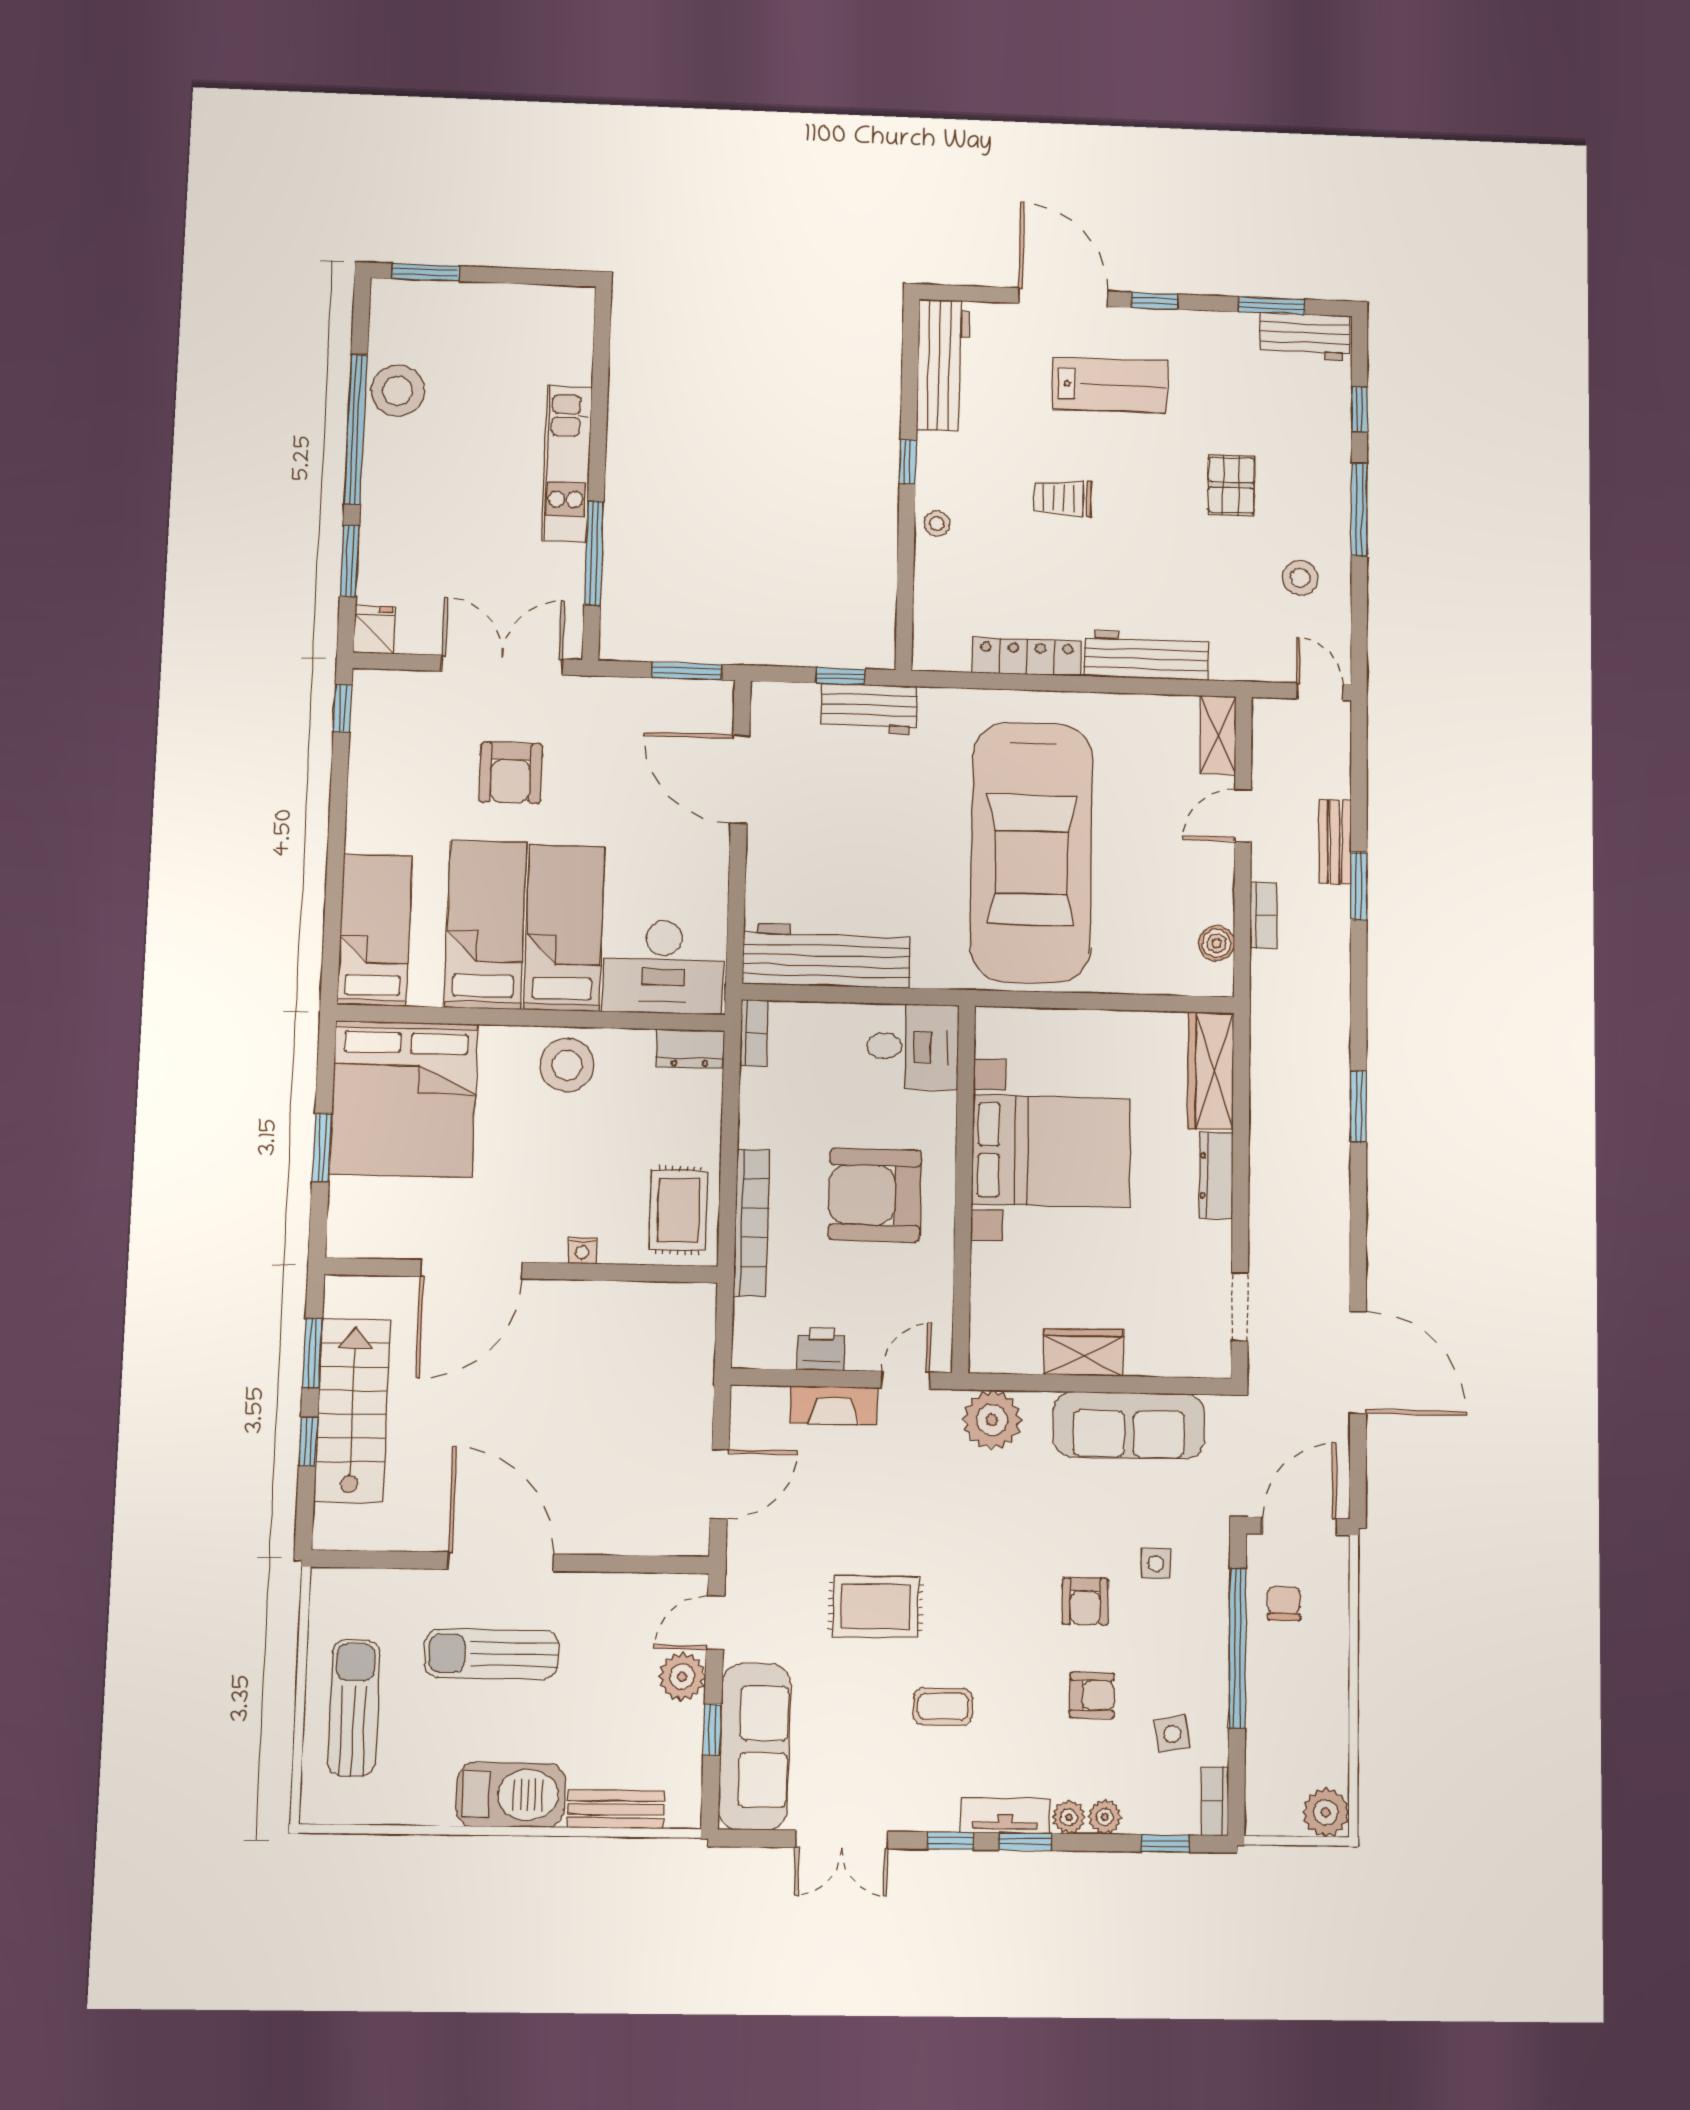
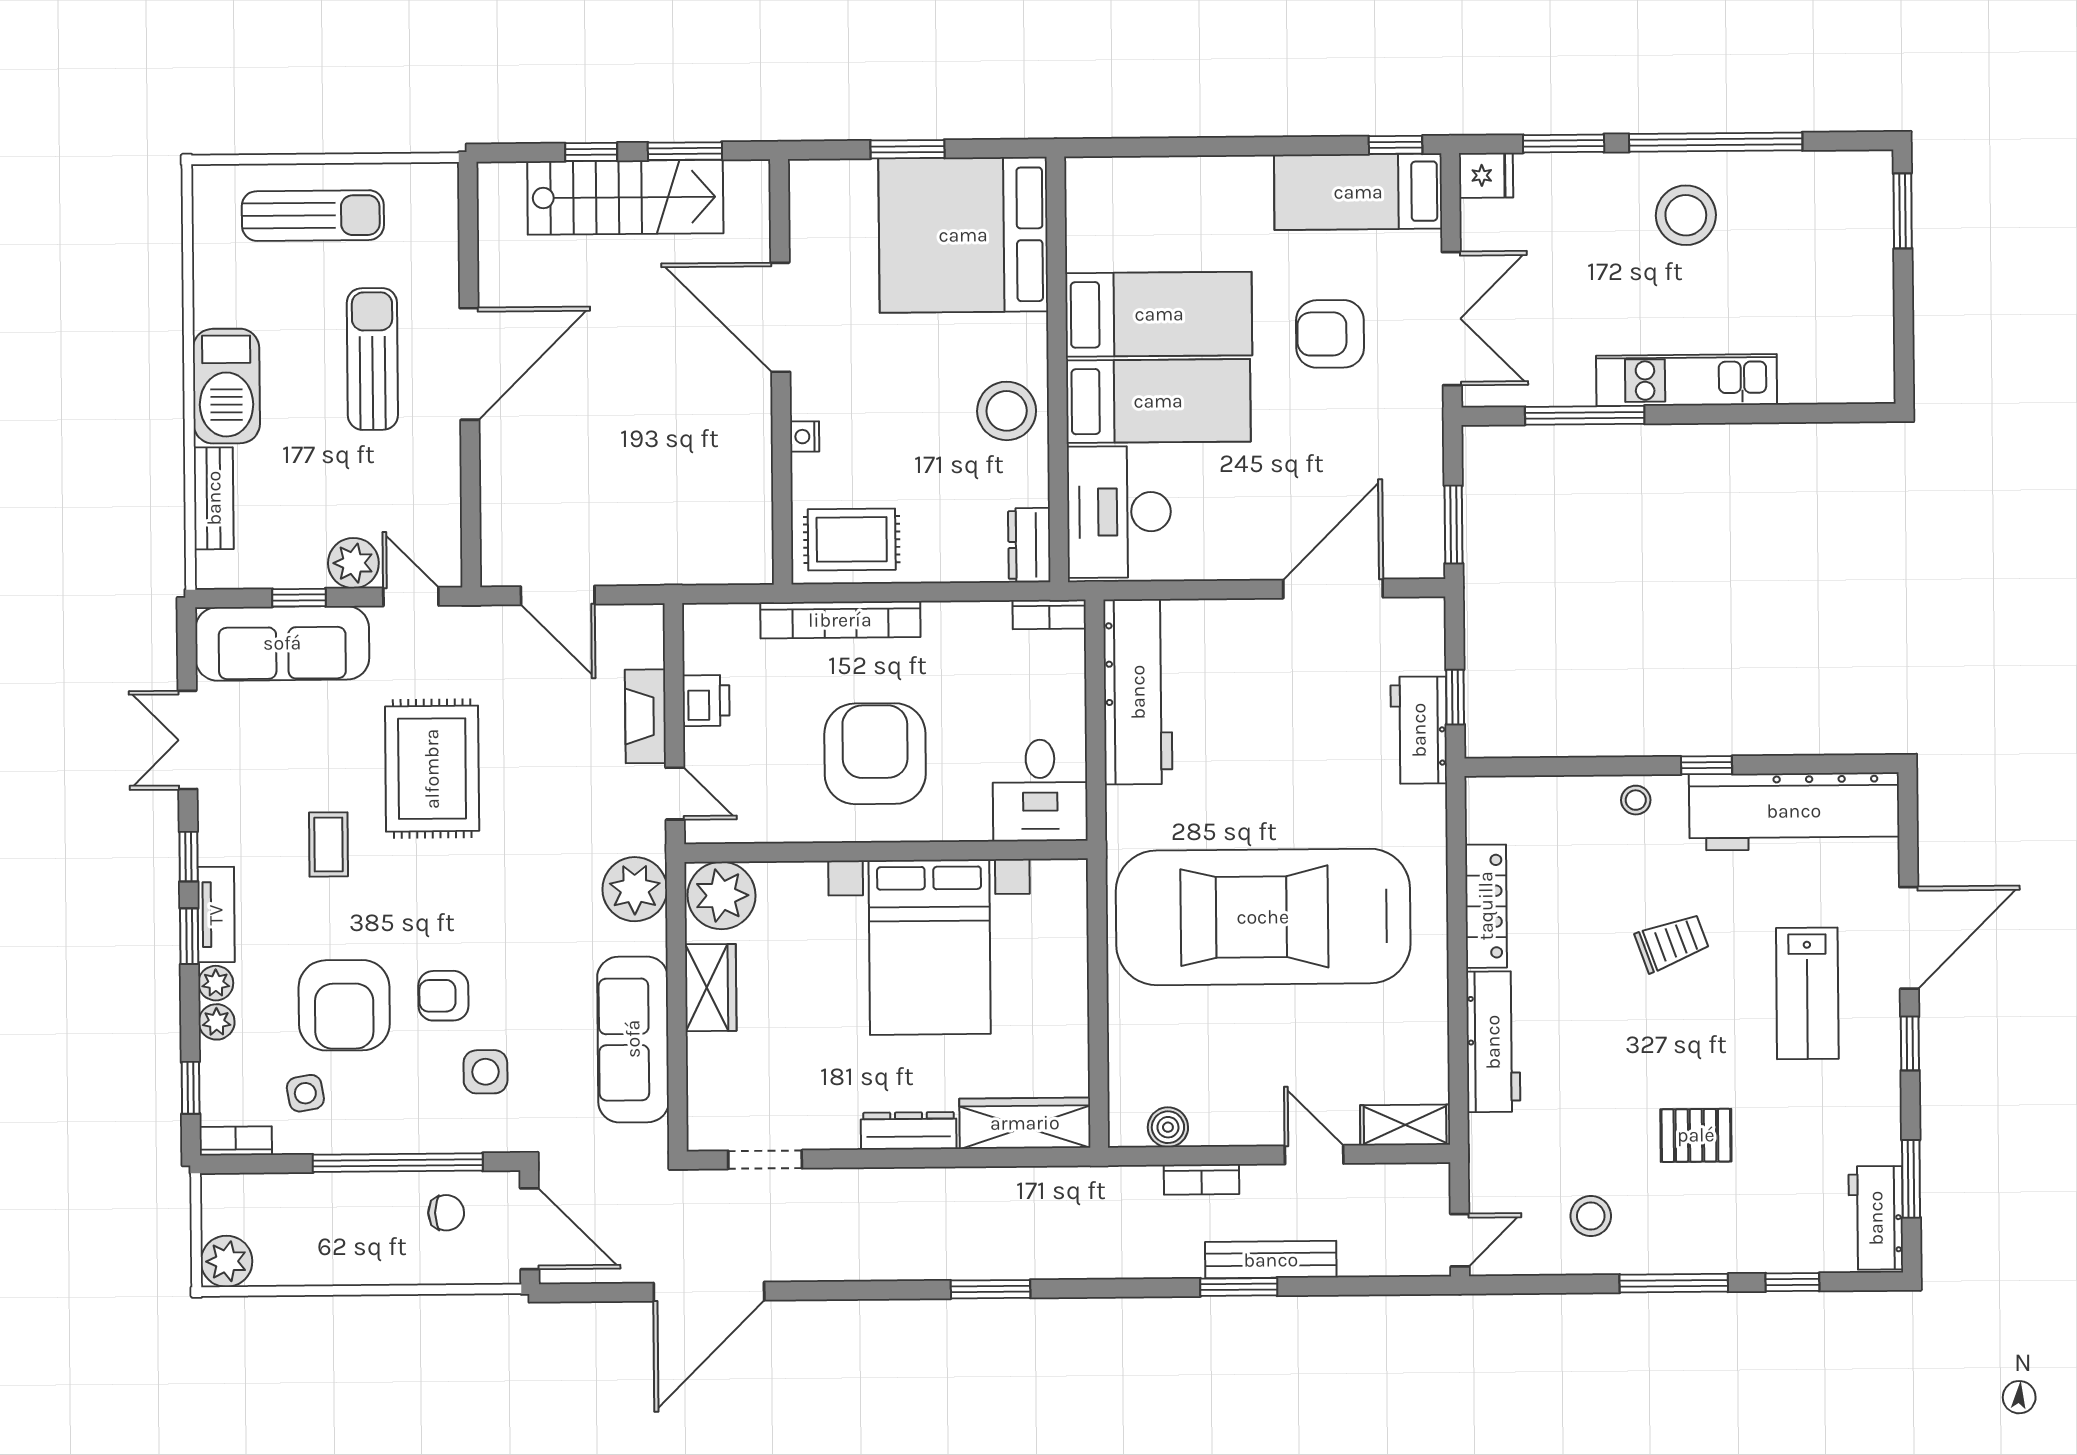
workbench: (943, 365) -> (1794, 811), width x1.36, depth x1.32
stool: (398, 391) -> (1686, 215), moved
trolley: (1063, 498) -> (1672, 943), turned 70
bench: (1335, 842) -> (1271, 1260), width x1.36
bed: (375, 930) -> (1358, 192), moved, turned 180
plant: (1000, 1340) -> (721, 895), added
side table: (1156, 1564) -> (485, 1072), width x1.37, depth x1.37
rug: (876, 1607) -> (432, 769), width x1.36, depth x1.43
armchair: (1092, 1695) -> (344, 1005), width x1.88, depth x1.88

